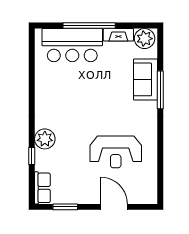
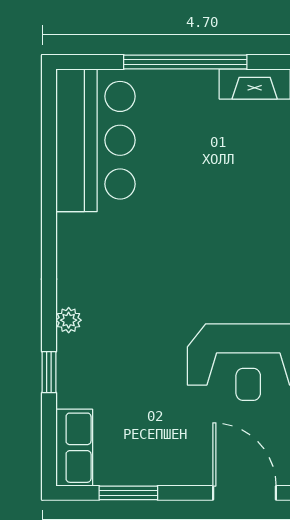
bar counter: (72, 45) -> (95, 140), moved, turned -90
plant: (45, 139) -> (69, 320), width x0.53, depth x0.53

